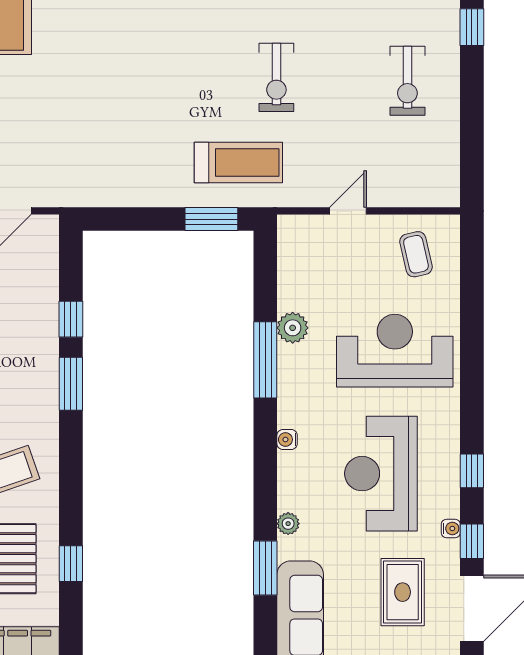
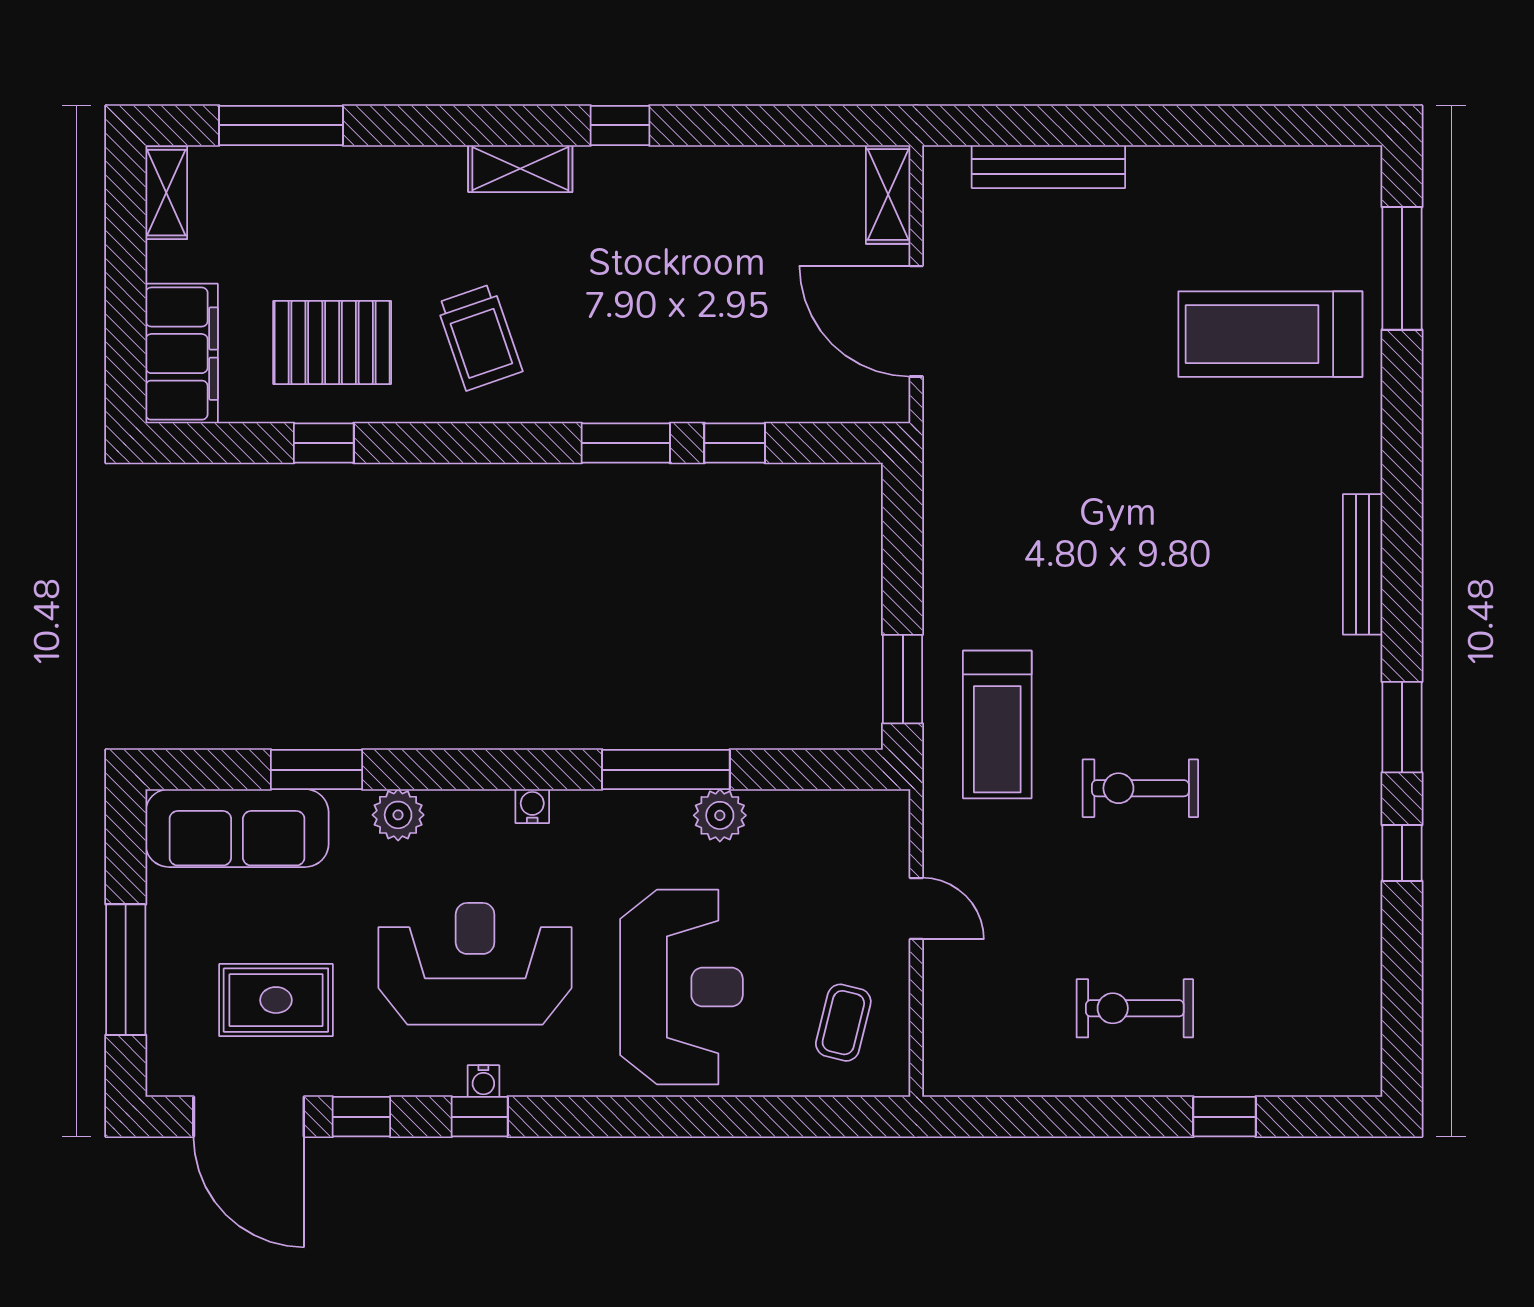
coffee table: (416, 254) -> (843, 1023), turned -63
plant: (288, 524) -> (398, 815), width x1.38, depth x1.38
water cooler: (451, 528) -> (483, 1081), moved

